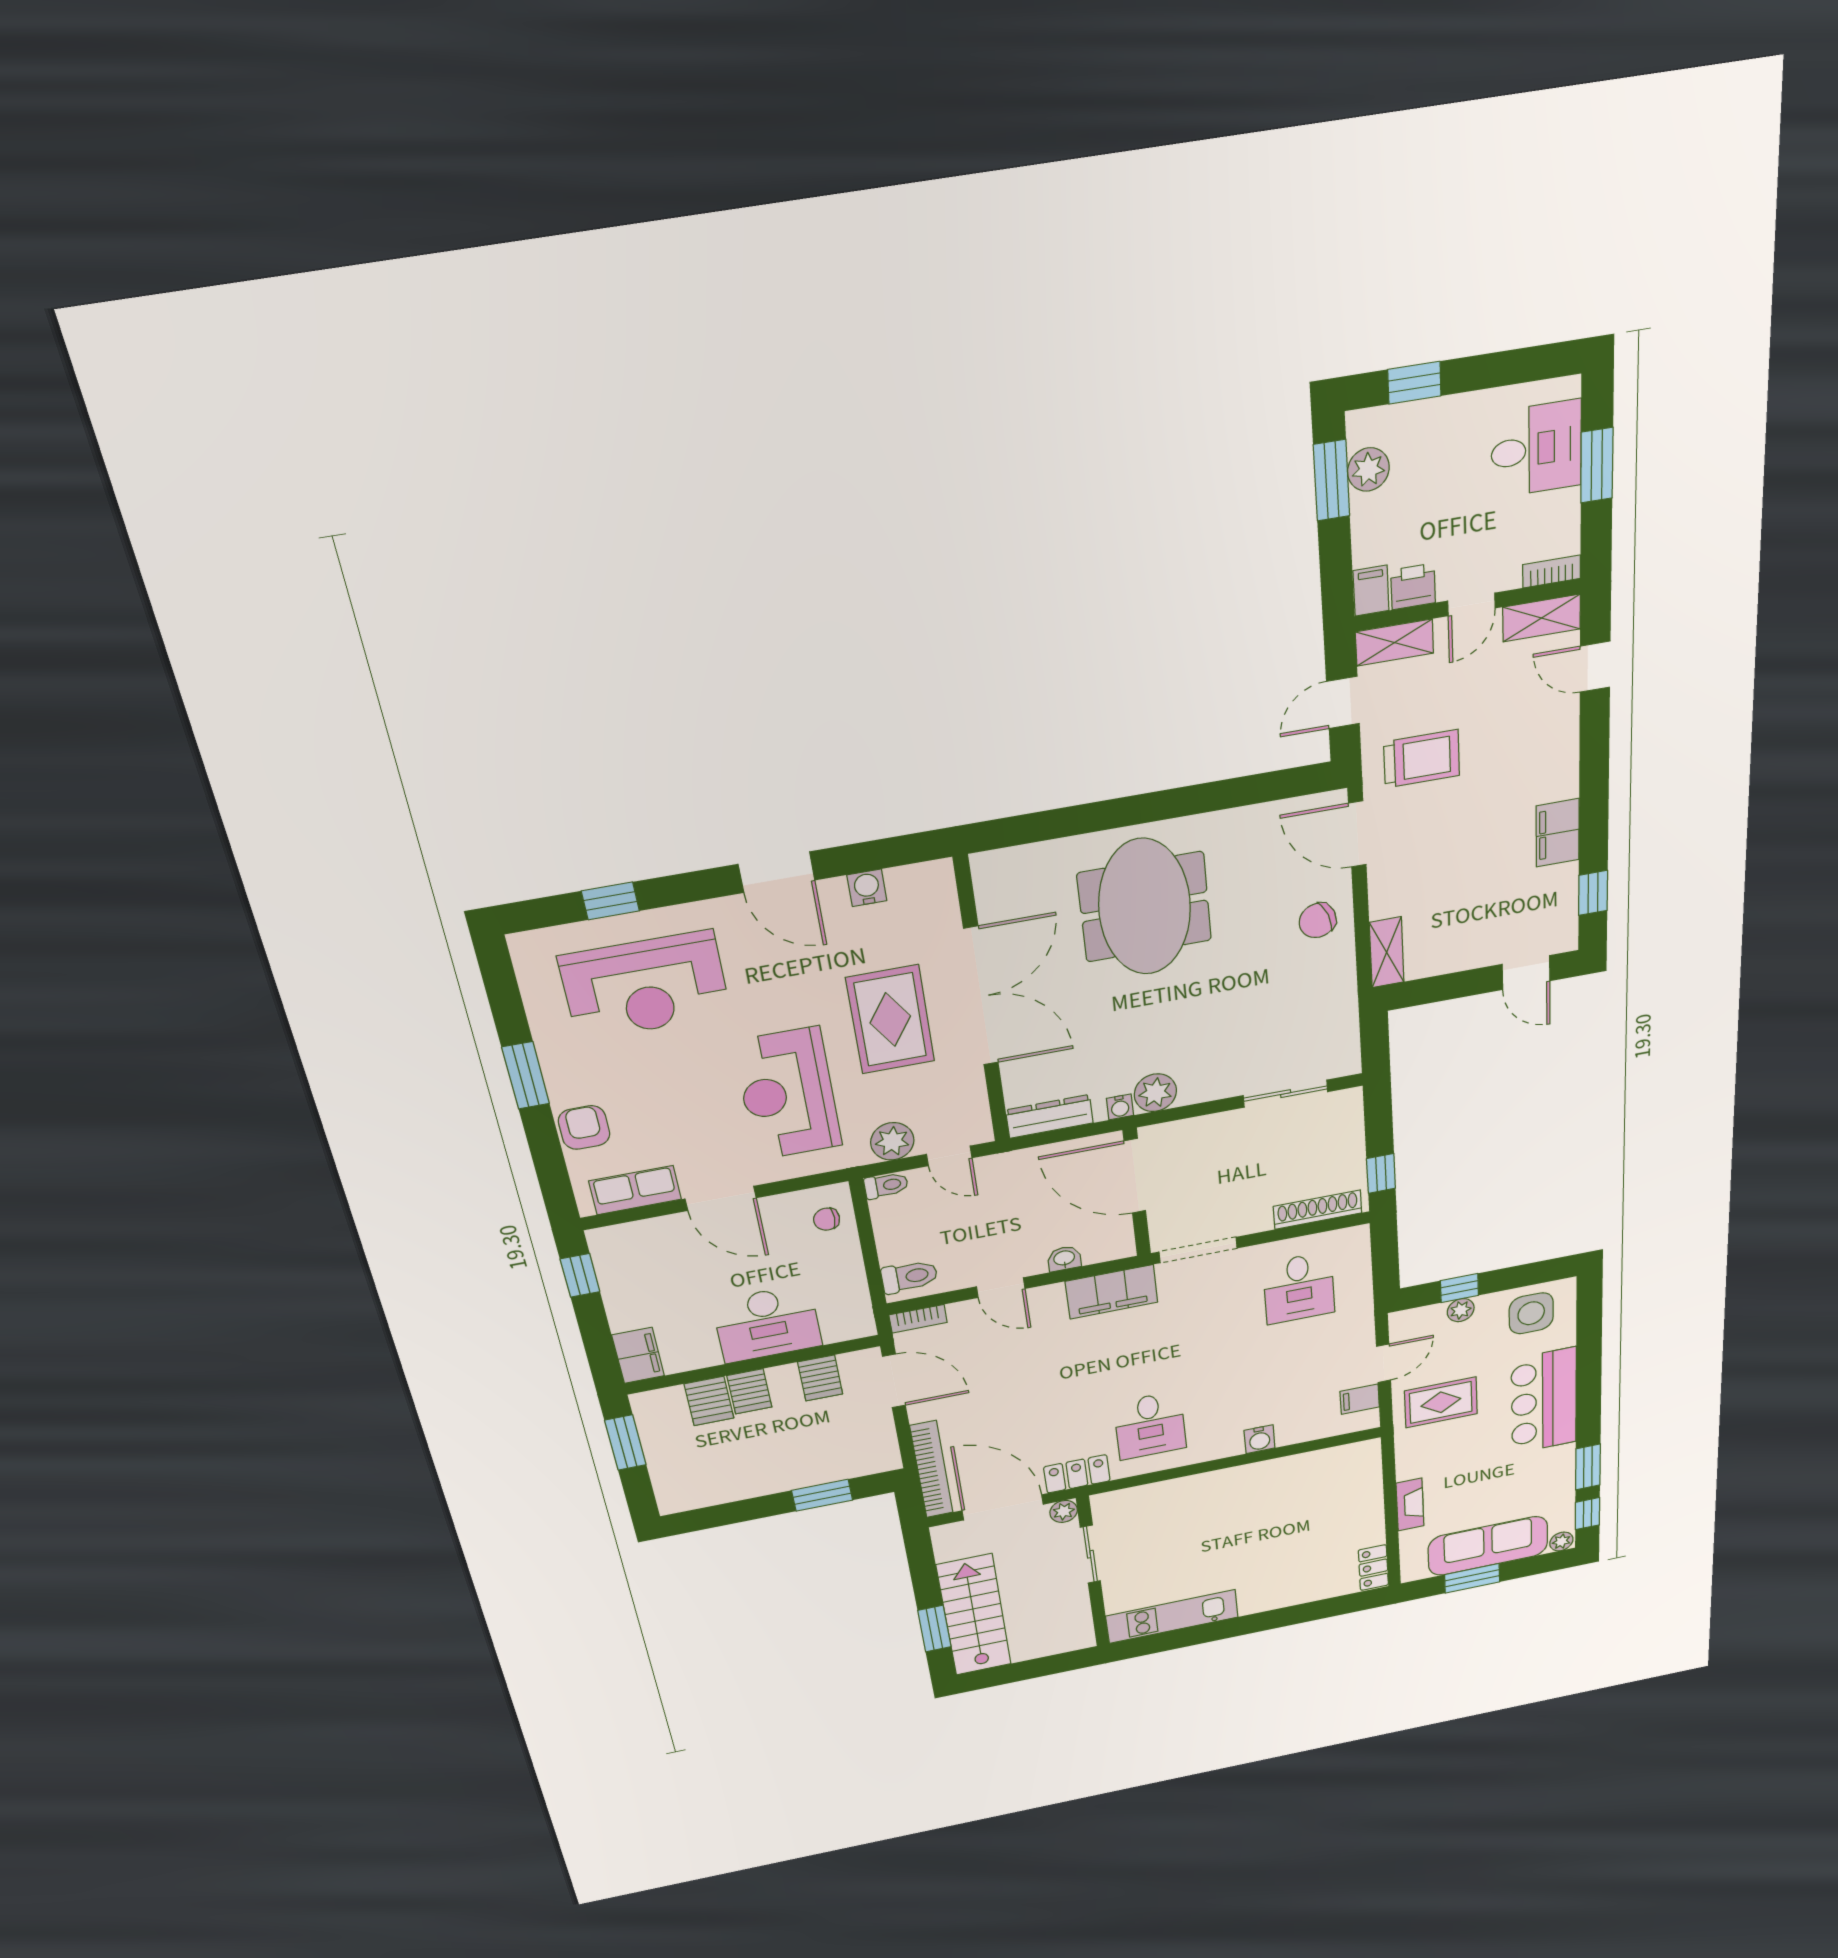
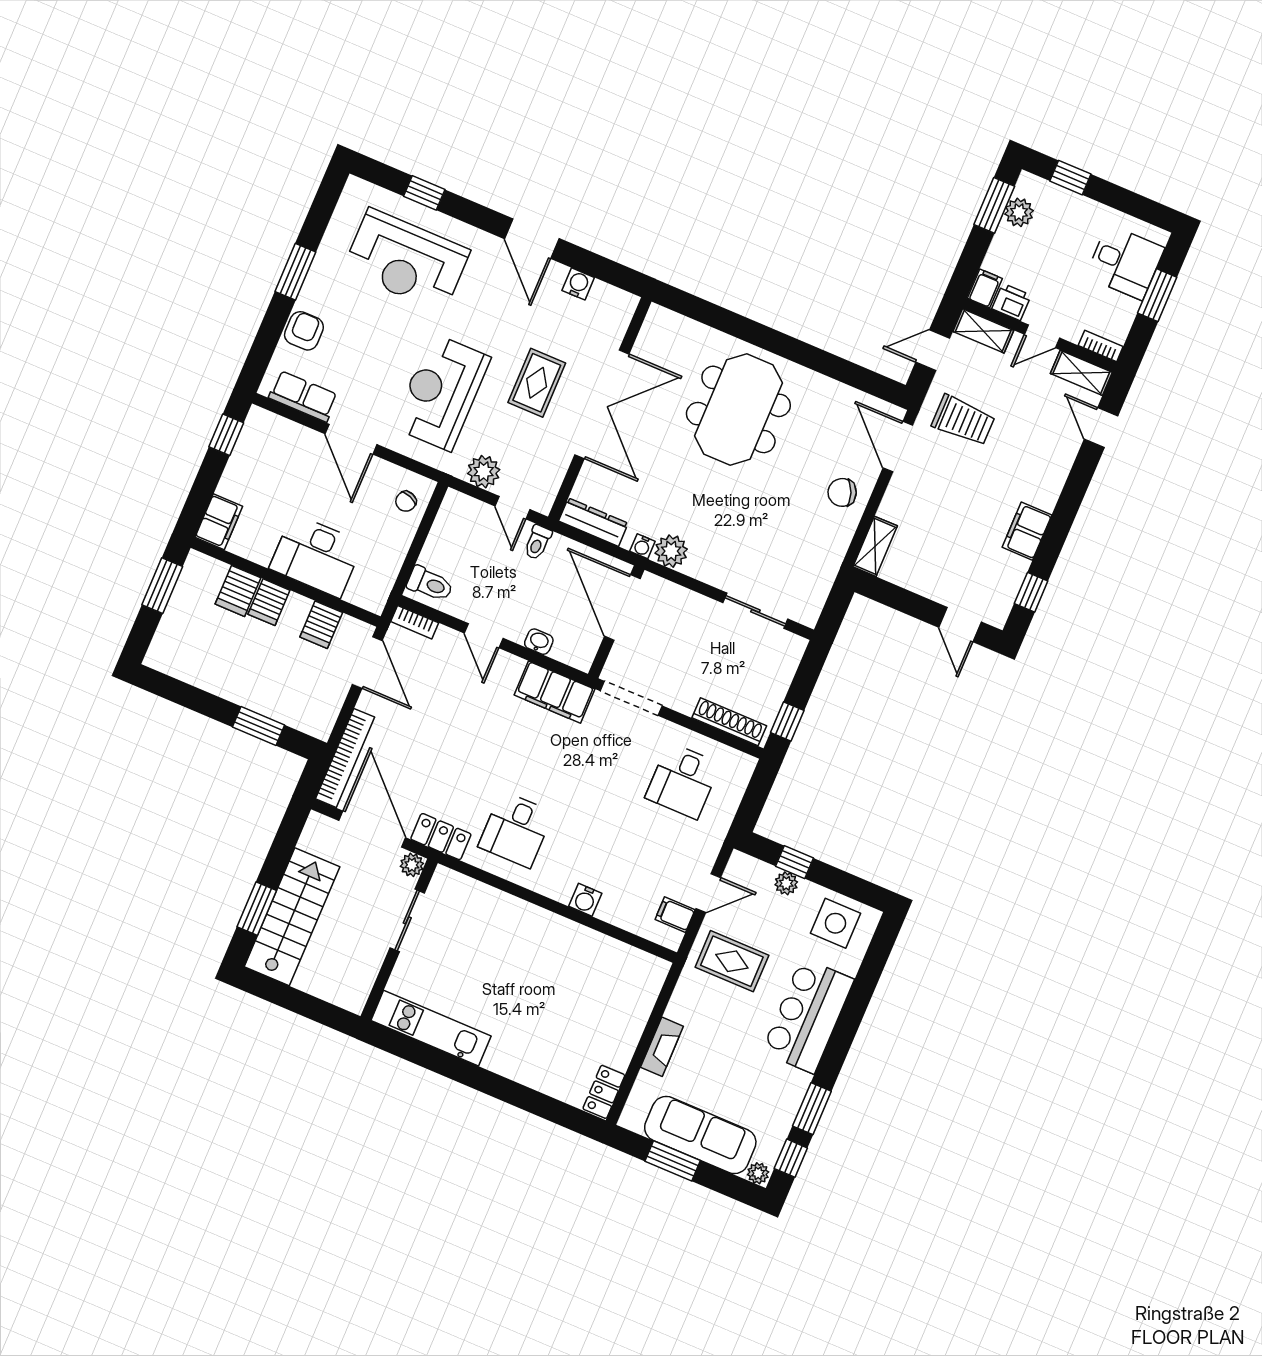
rug: (890, 1020) -> (537, 383), width x0.73, depth x0.70
toilet: (886, 1185) -> (538, 542), moved, turned 90
chair: (827, 1219) -> (406, 501), turned -70

